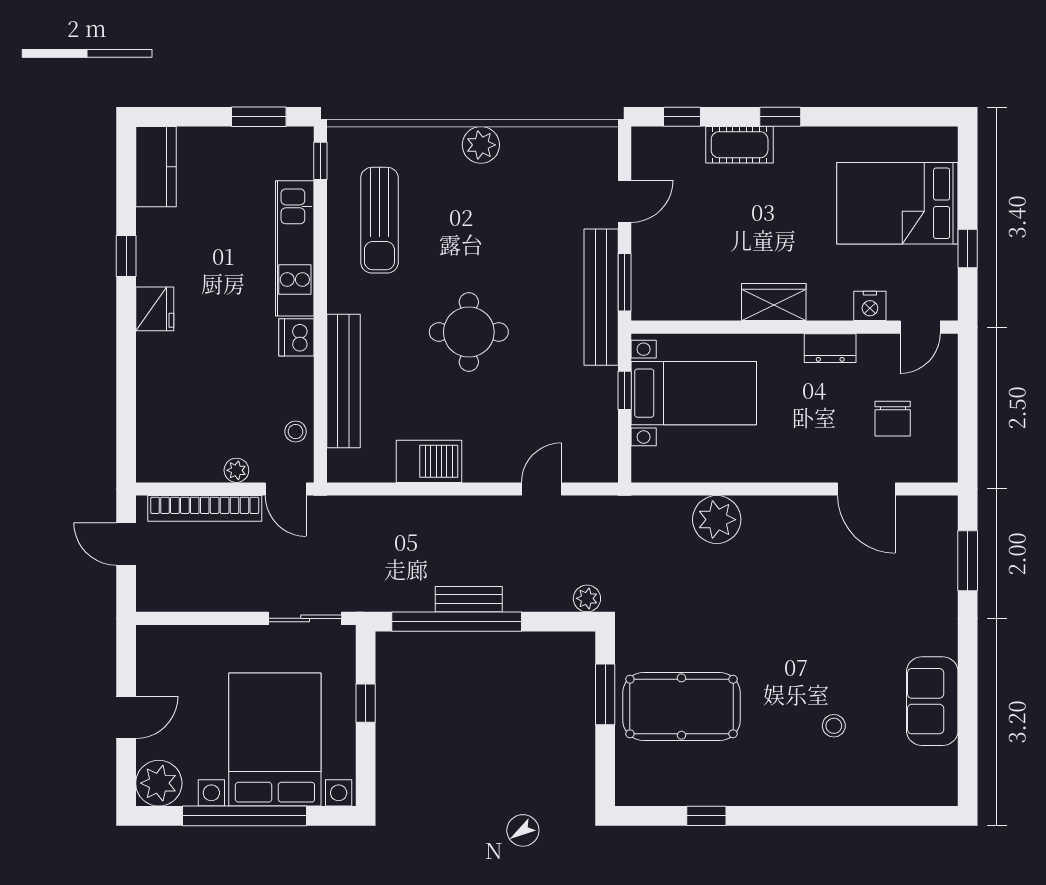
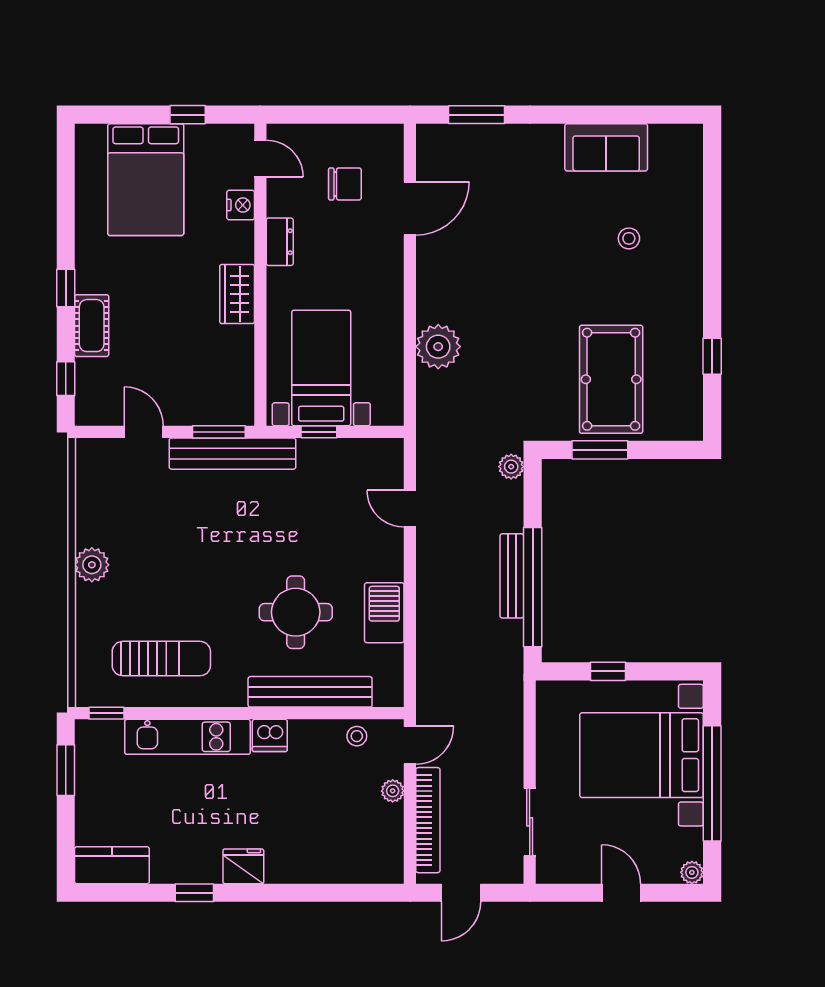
round table: (469, 332) -> (296, 612), moved
bench: (469, 599) -> (512, 576), width x1.36
sliding door: (305, 618) -> (530, 822), moved
plant: (159, 783) -> (692, 872), width x0.53, depth x0.53

